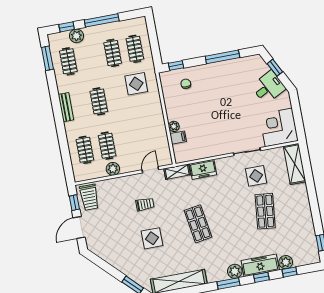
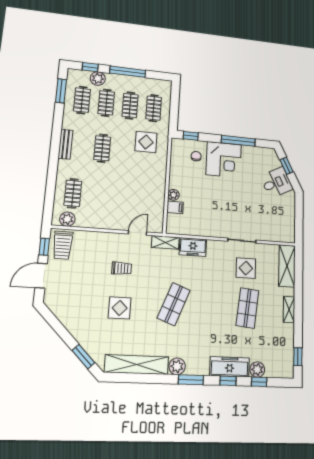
corner desk: (279, 127) -> (224, 160), moved, turned 180
clothes rail: (107, 146) -> (106, 103), moved
plant: (113, 169) -> (67, 219), moved
shelving: (304, 203) -> (289, 309), added
shop shelf: (198, 224) -> (174, 304), turned 30
plant: (235, 271) -> (177, 366), moved

